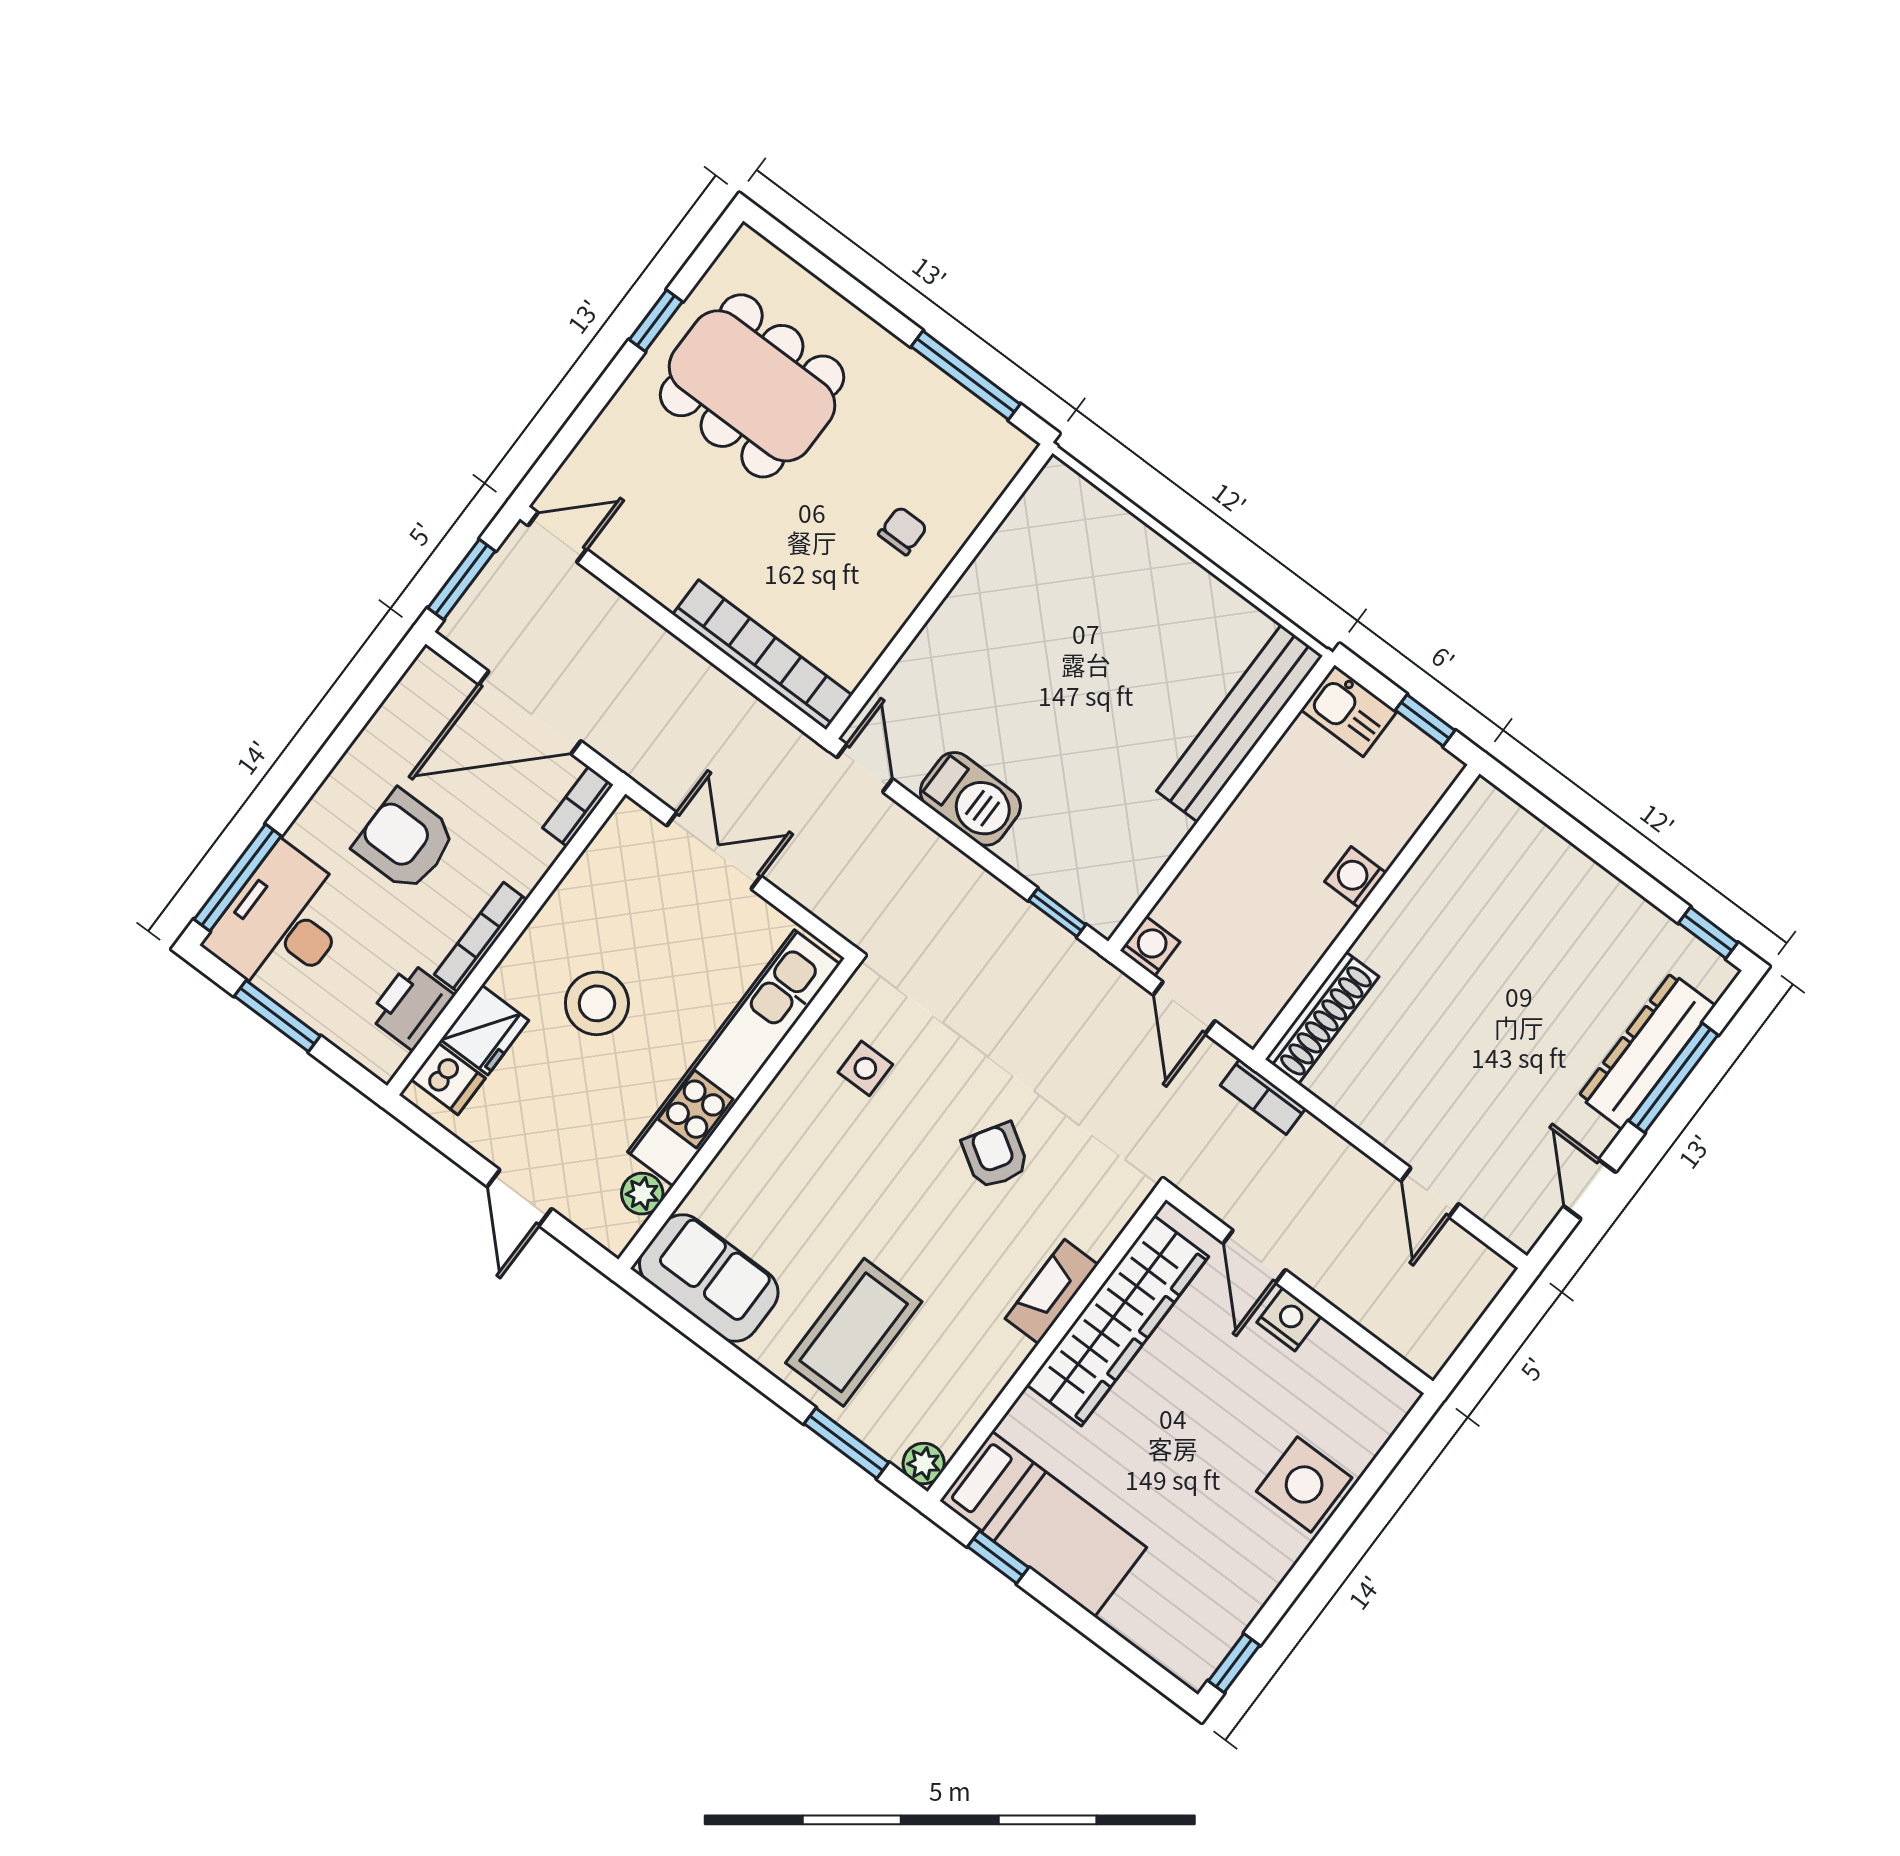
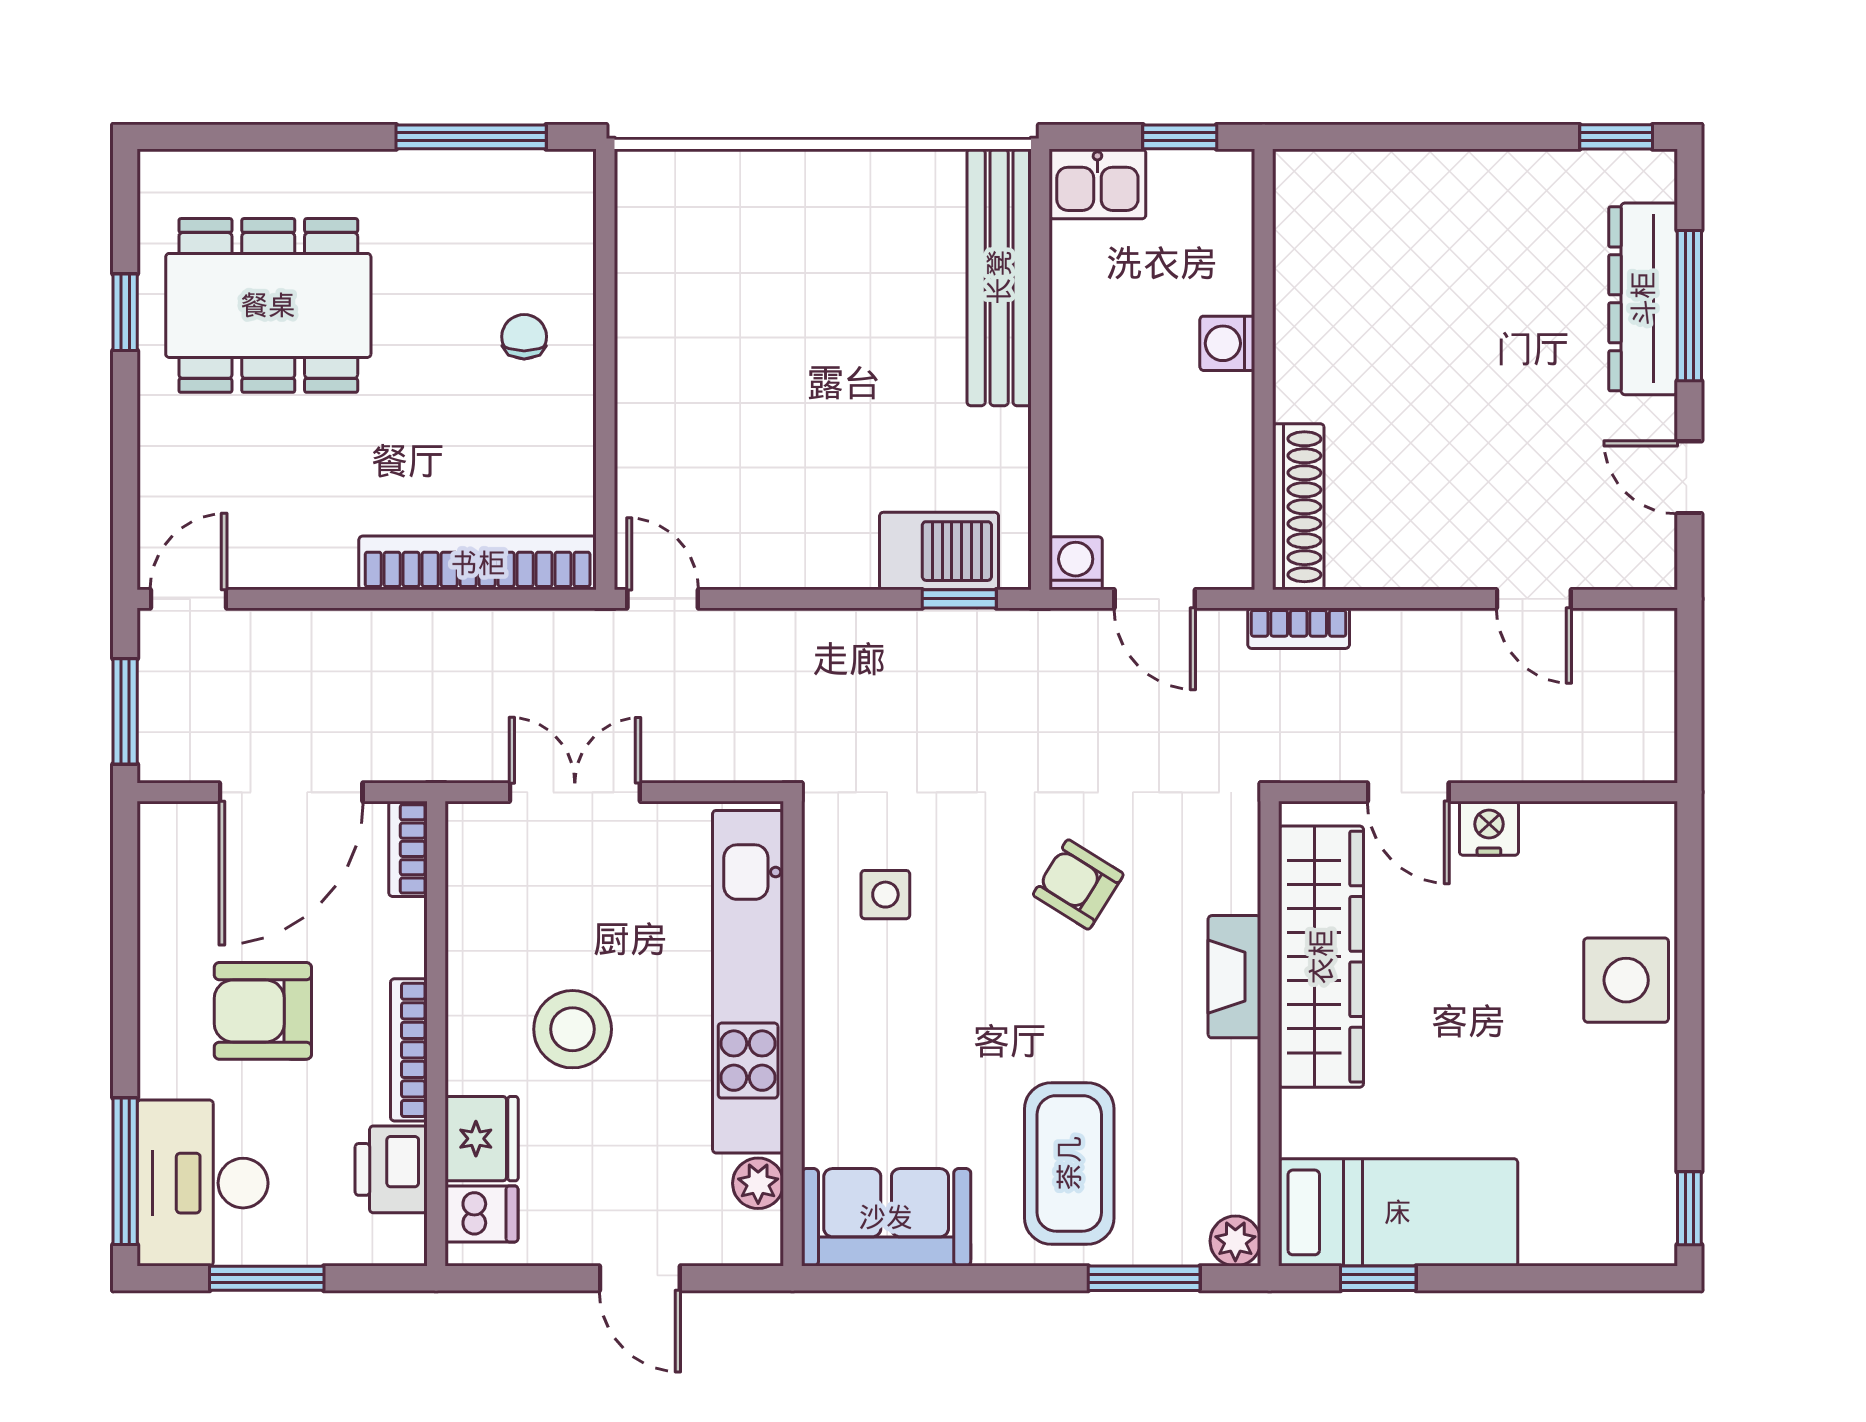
barbecue: (970, 799) -> (939, 551), moved

